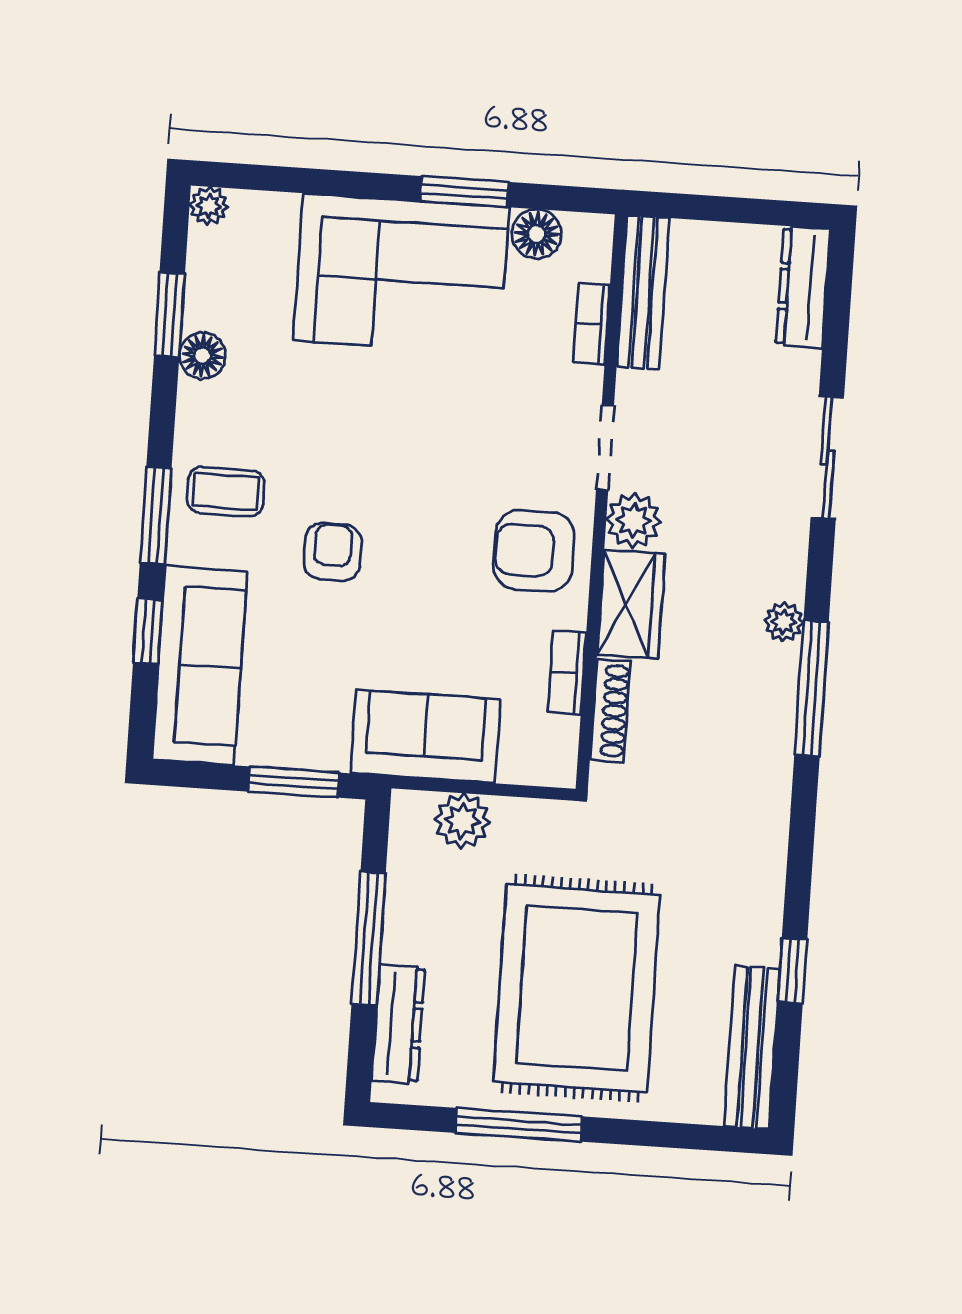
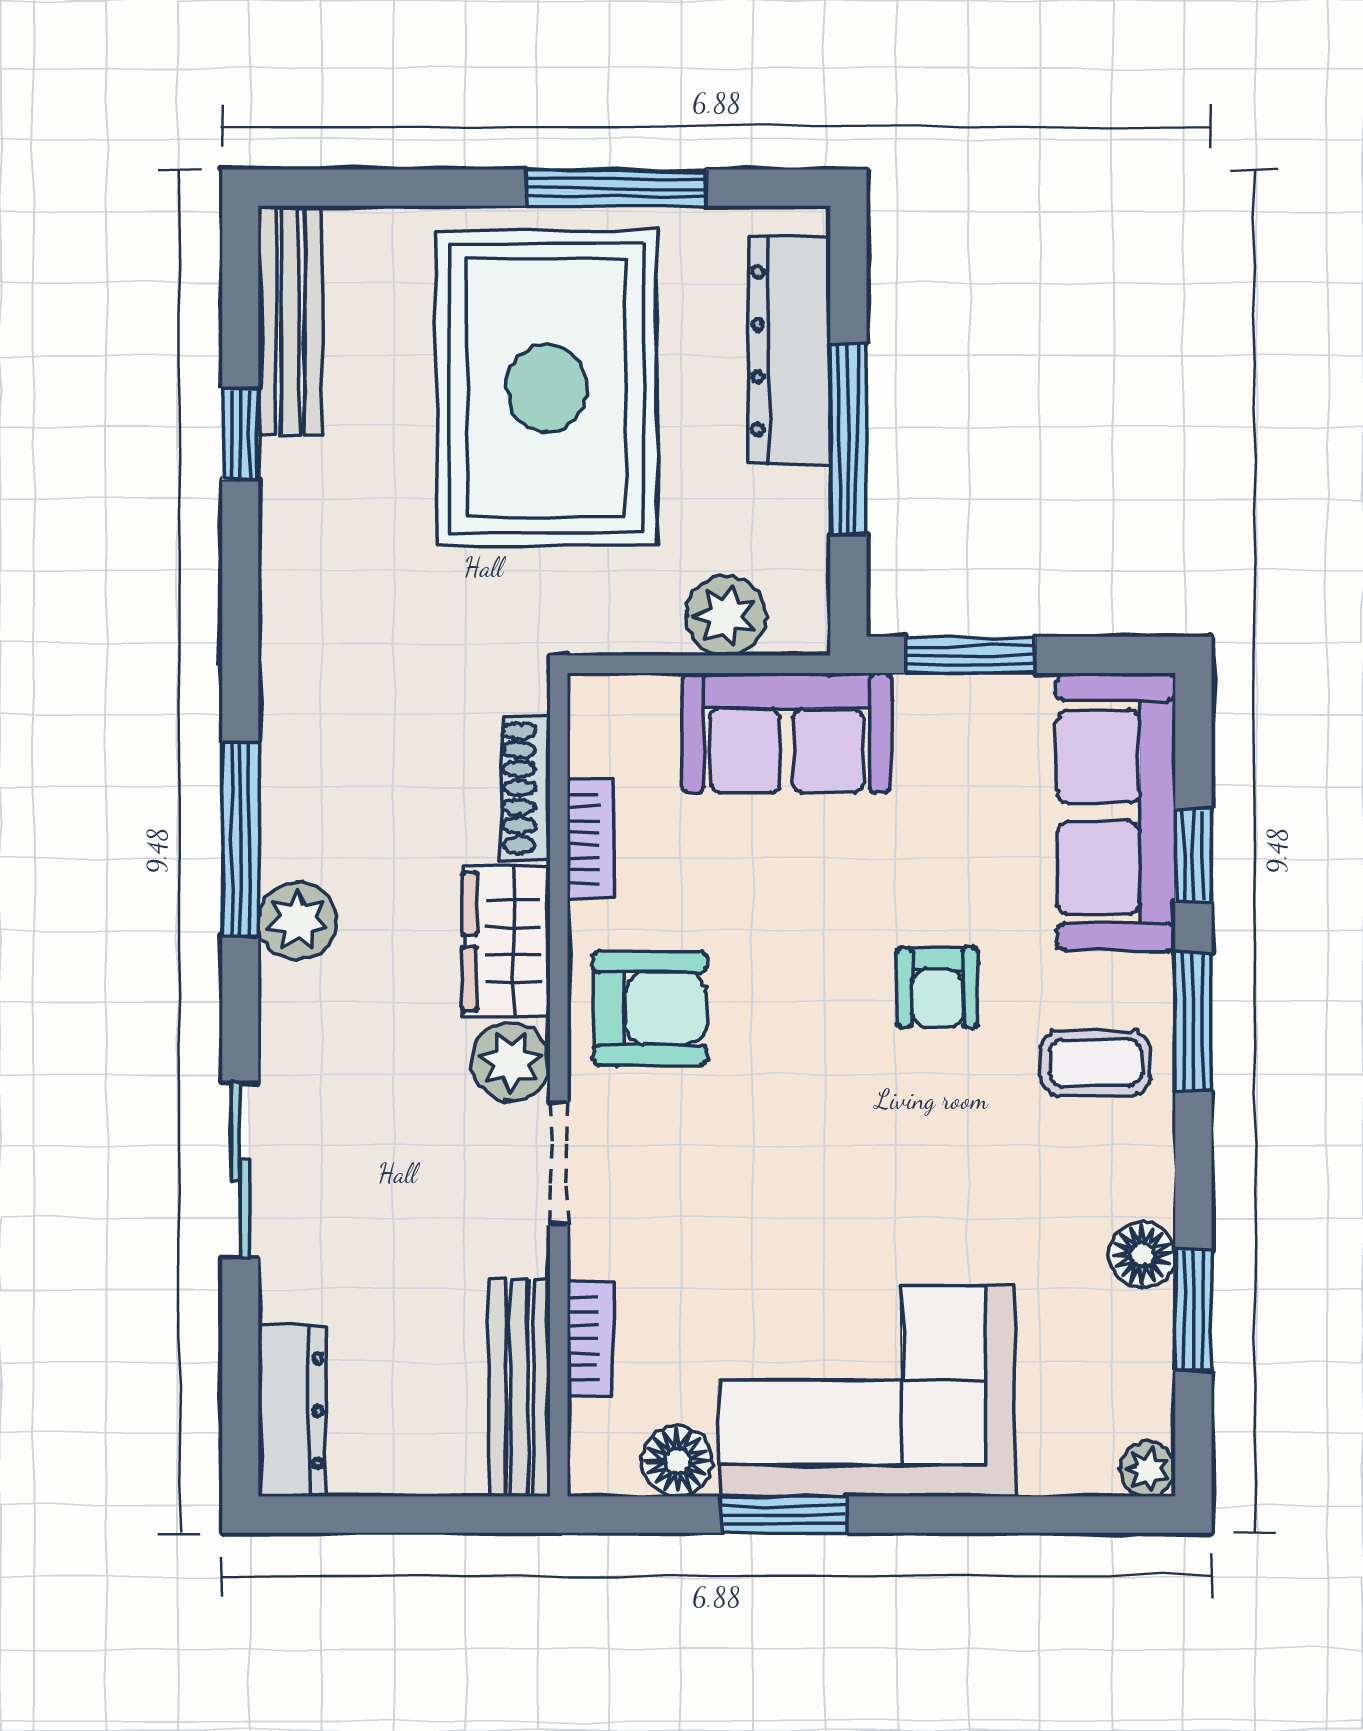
plant: (784, 622) -> (297, 921), width x1.38, depth x1.38
dresser: (398, 1024) -> (790, 350), width x1.37, depth x1.24

